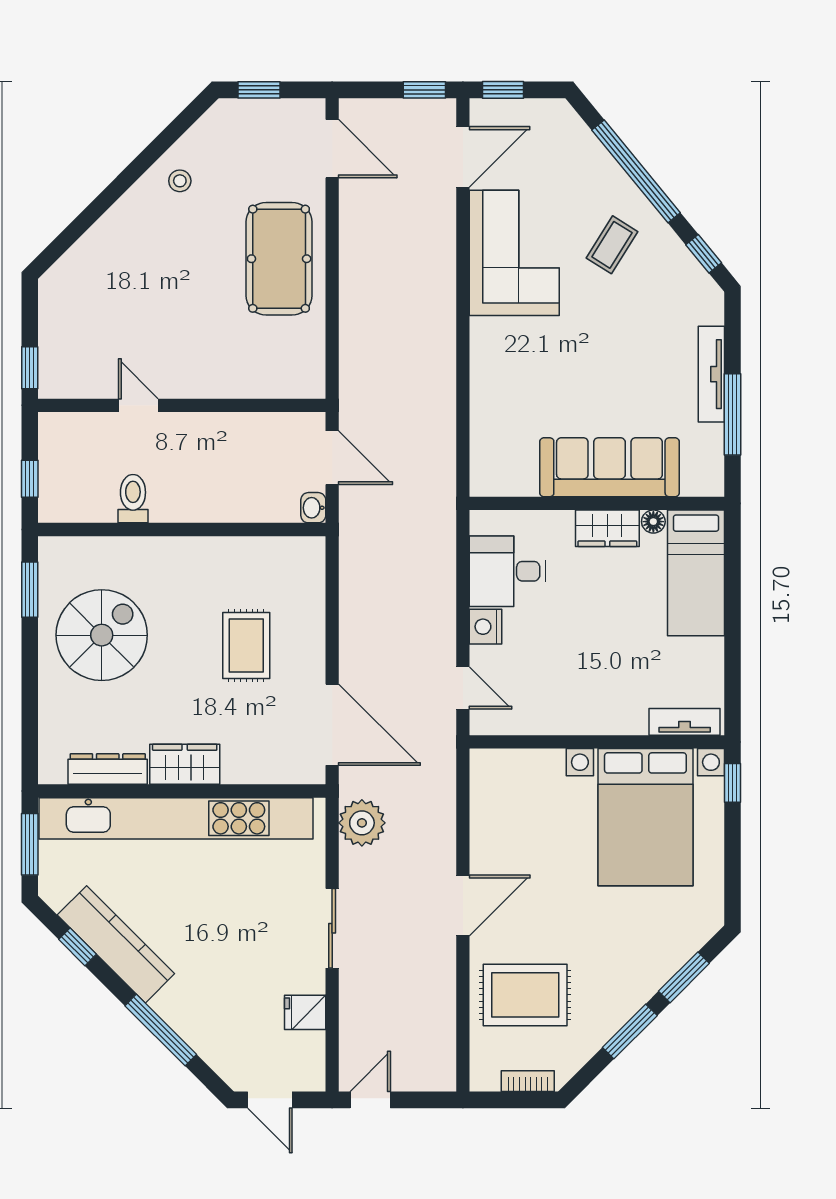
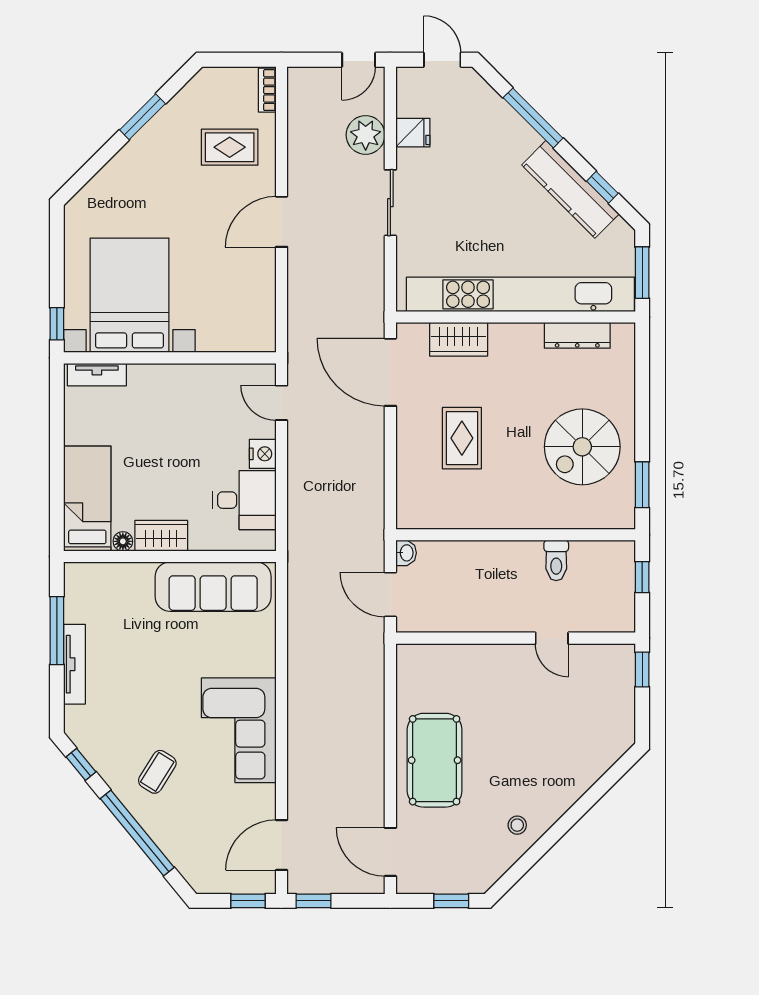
corner sofa: (514, 253) -> (239, 730), moved
sofa: (609, 467) -> (213, 587), moved
wardrobe: (185, 764) -> (459, 339), moved
plant: (362, 823) -> (366, 135), moved
window: (684, 977) -> (97, 162), removed
rug: (525, 995) -> (230, 147), width x0.73, depth x0.70
bookcase: (528, 1081) -> (267, 90), moved, turned 90

